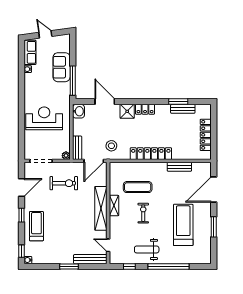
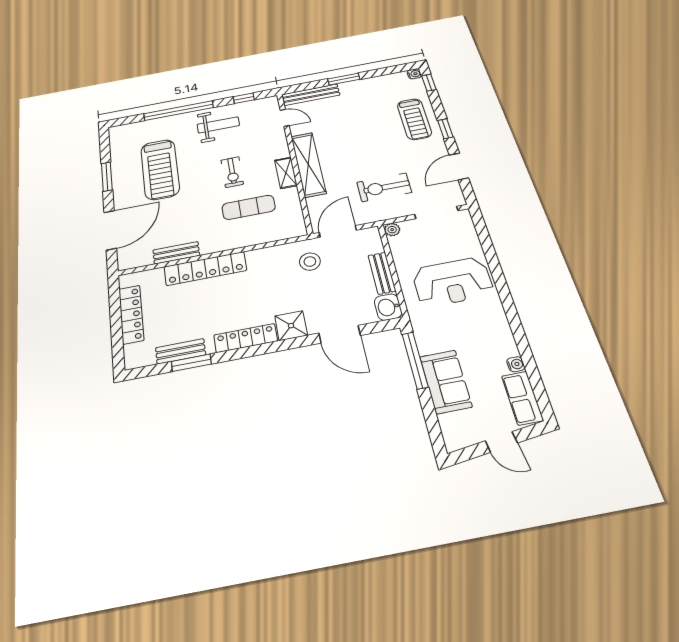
locker: (145, 109) -> (246, 338), width x1.53
bench: (77, 148) -> (382, 273), moved
locker: (151, 154) -> (205, 268), moved

